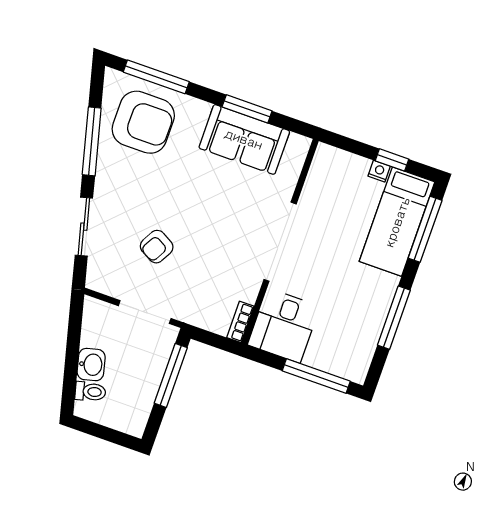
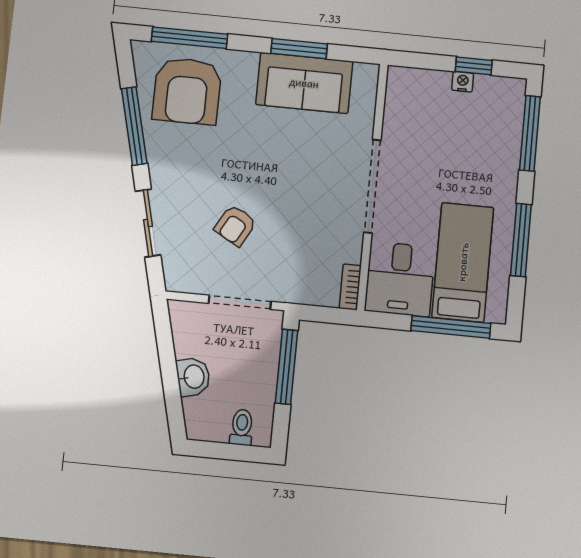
armchair: (143, 122) -> (187, 91), turned 90
bed: (397, 222) -> (463, 262), moved, turned 180
toilet: (90, 392) -> (242, 427), moved, turned -76

